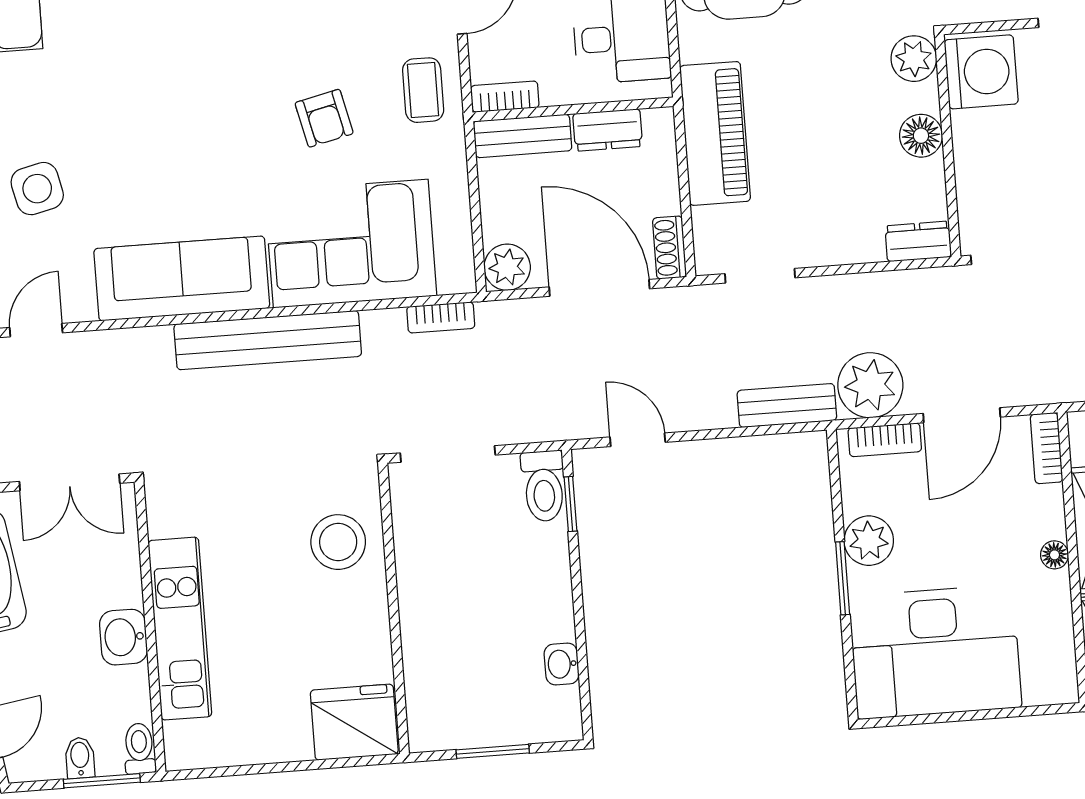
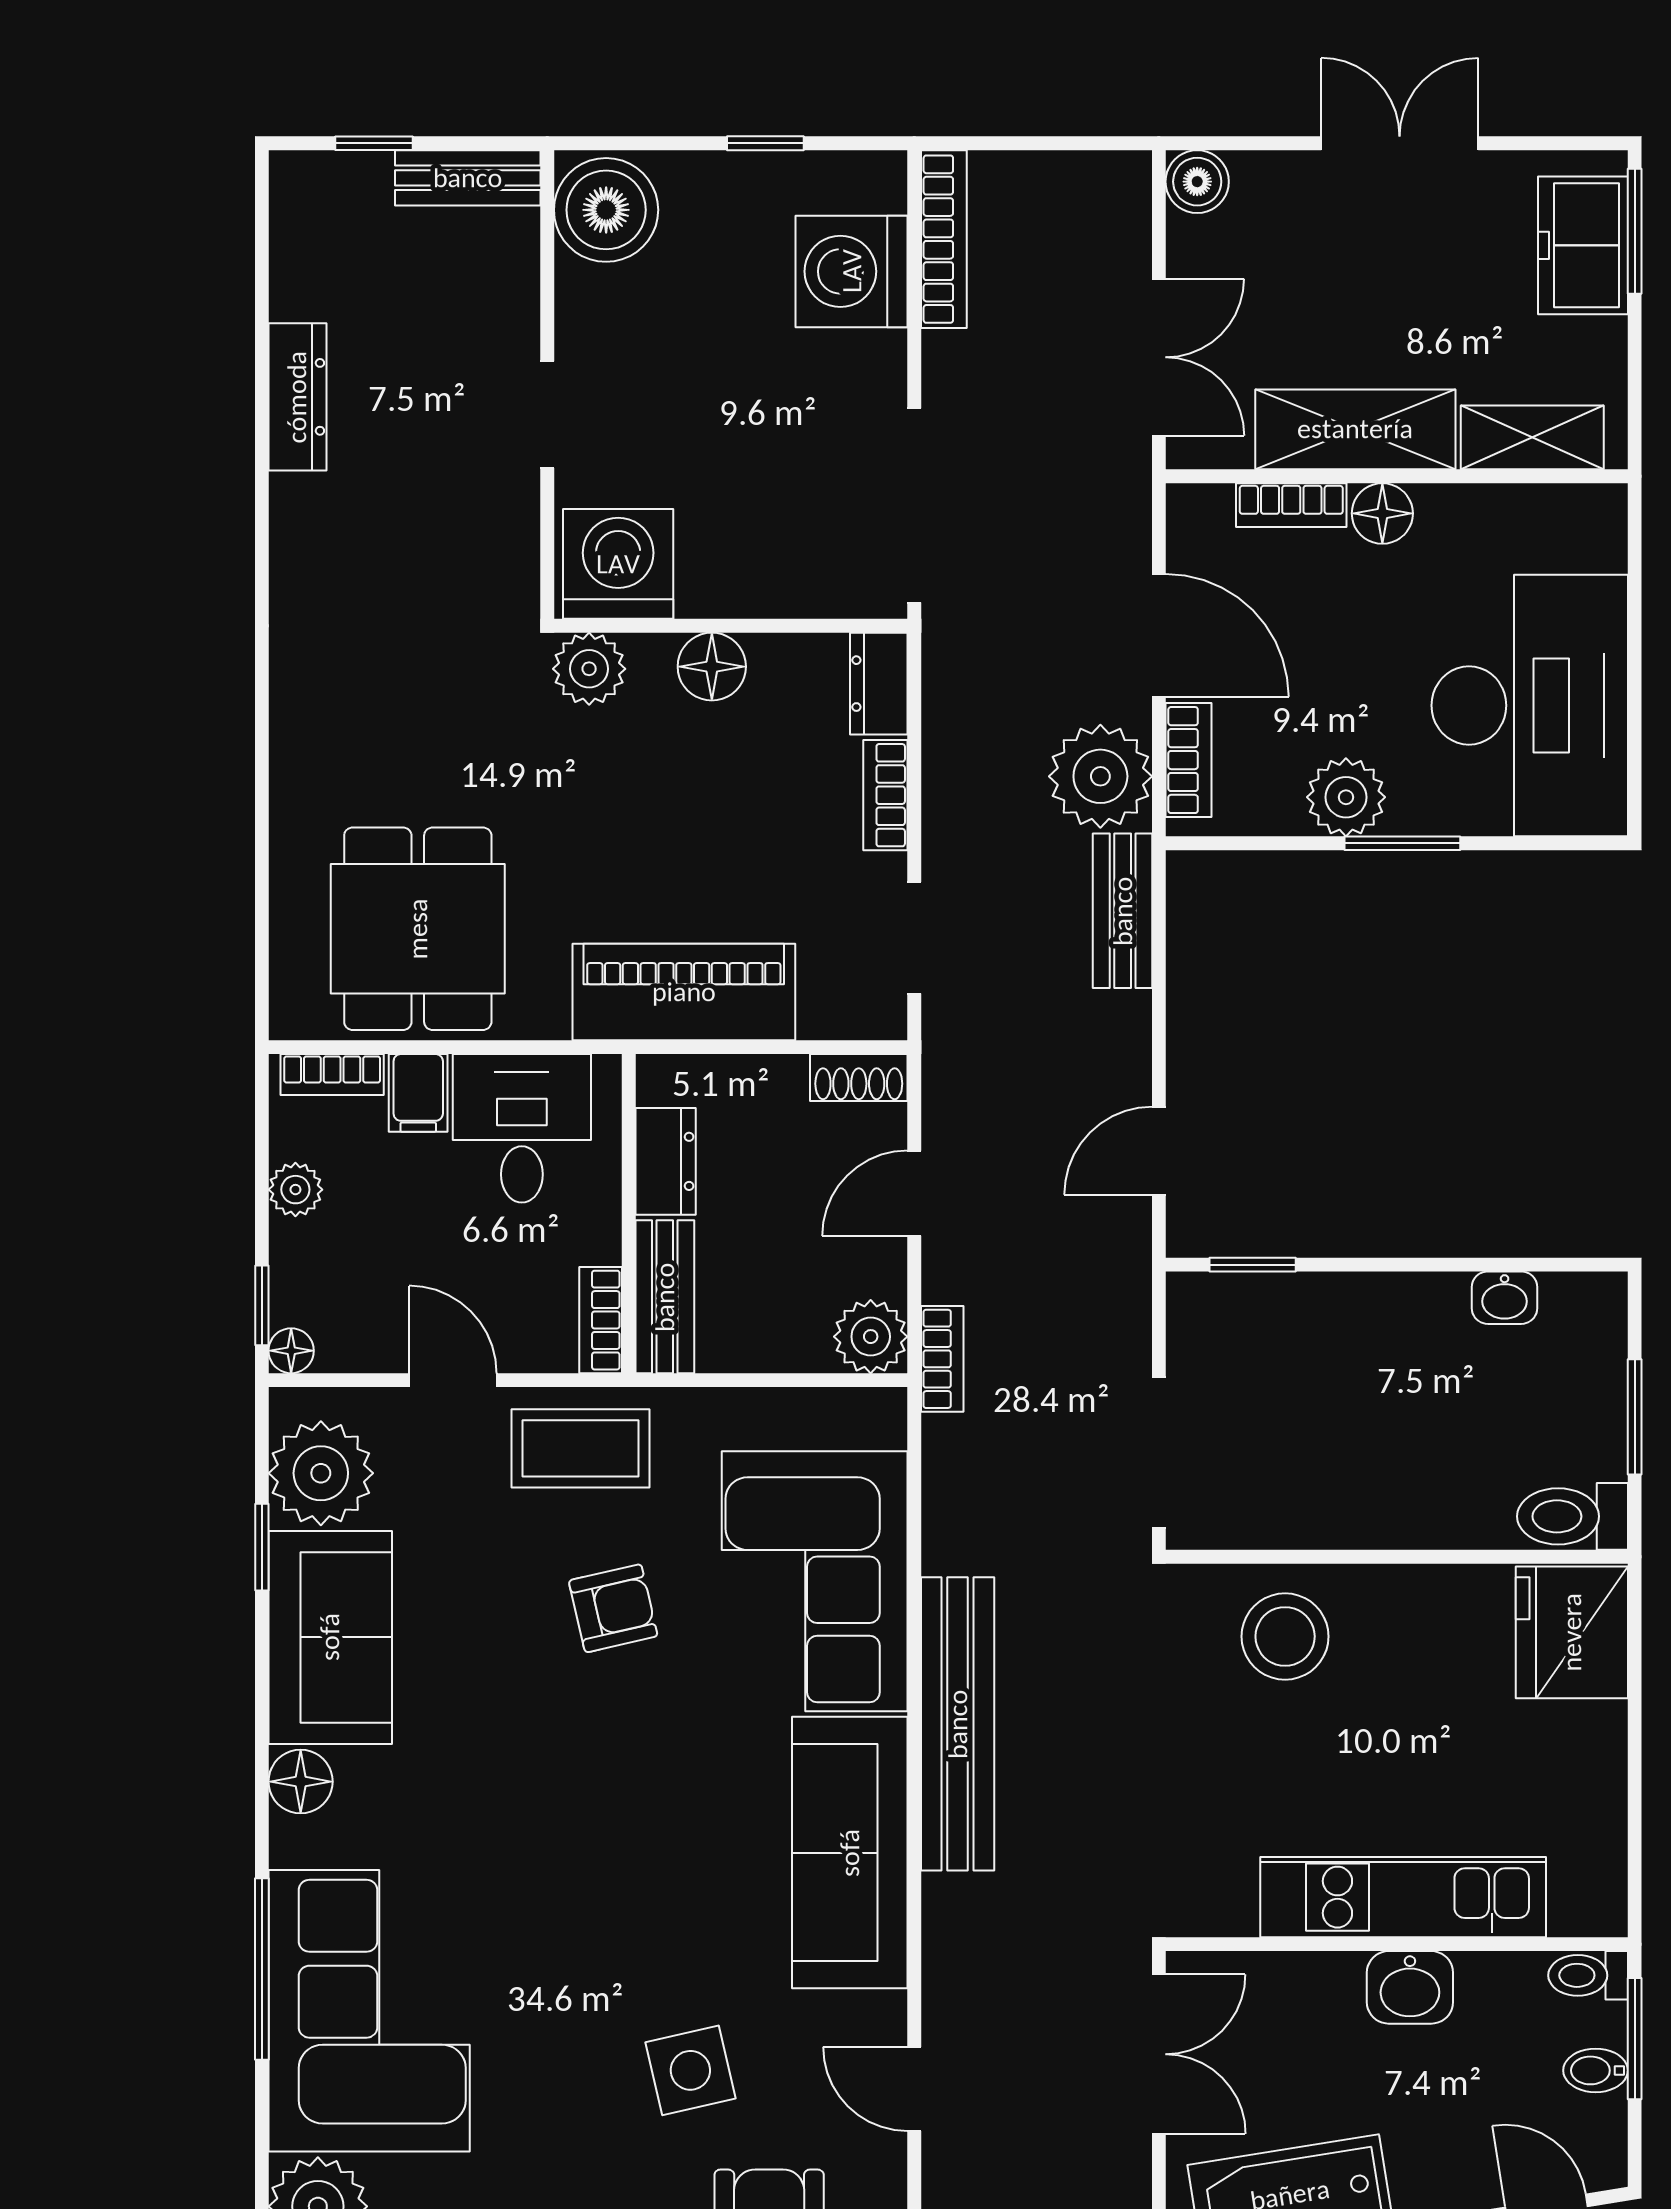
coffee table: (423, 90) -> (580, 1448), width x1.36, depth x1.30
bookcase: (848, 251) -> (885, 795), added
door: (599, 288) -> (914, 1193), width x0.53
bookcase: (441, 317) -> (942, 1359), moved
bookcase: (1047, 448) -> (1291, 505), moved
toilet: (544, 486) -> (1572, 1516), moved, turned 180
floor lamp: (1055, 555) -> (1382, 513), width x1.37, depth x1.37

